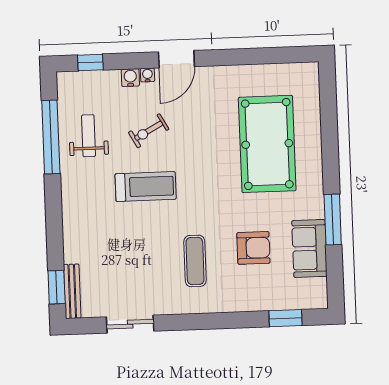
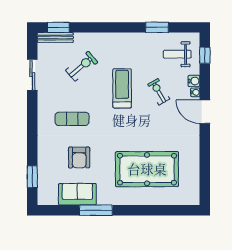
weight bench: (89, 136) -> (177, 54), moved, turned 180
window: (51, 137) -> (157, 27), width x0.47
treadmill: (146, 187) -> (122, 88), turned 180
exercise bike: (114, 249) -> (82, 66), added

